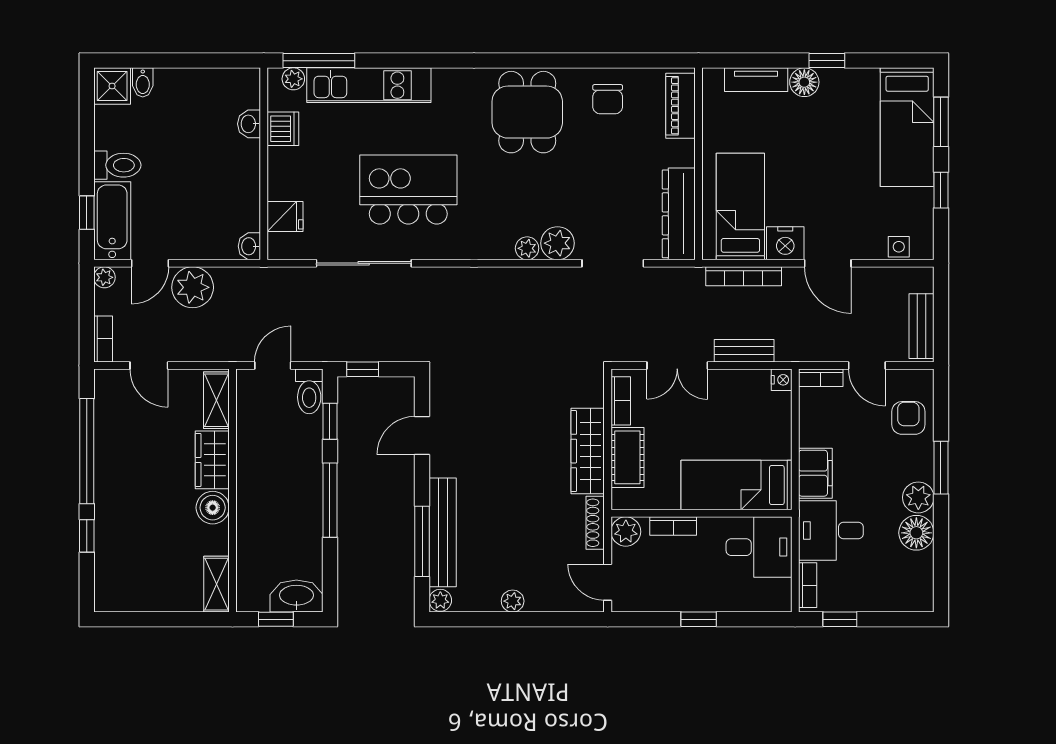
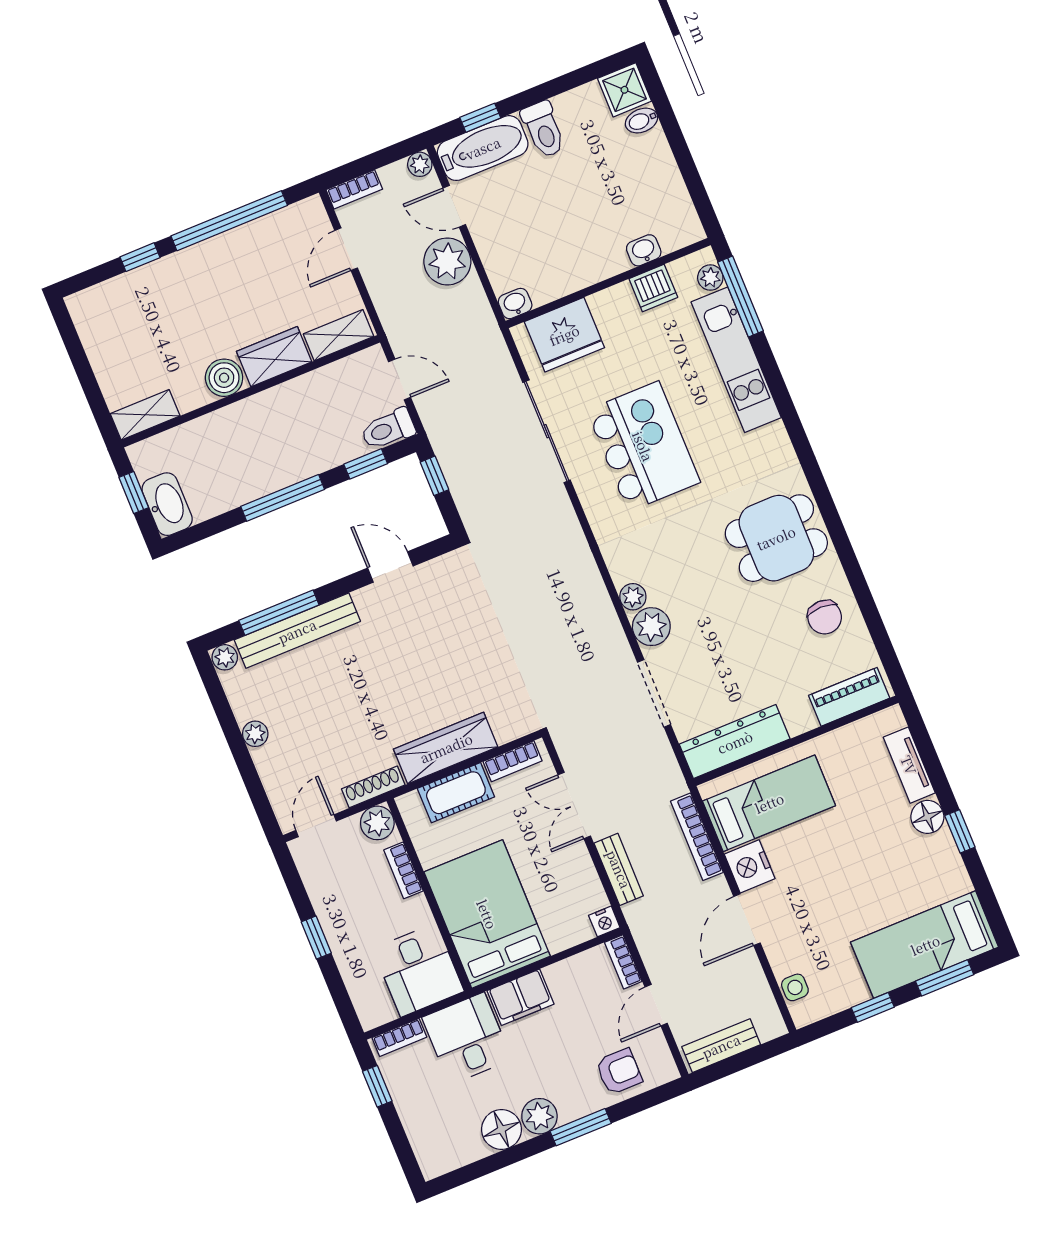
chair: (608, 99) -> (825, 617), turned -90
fridge: (285, 217) -> (564, 335), width x1.88, depth x1.34
bed: (736, 485) -> (487, 914), width x1.50

